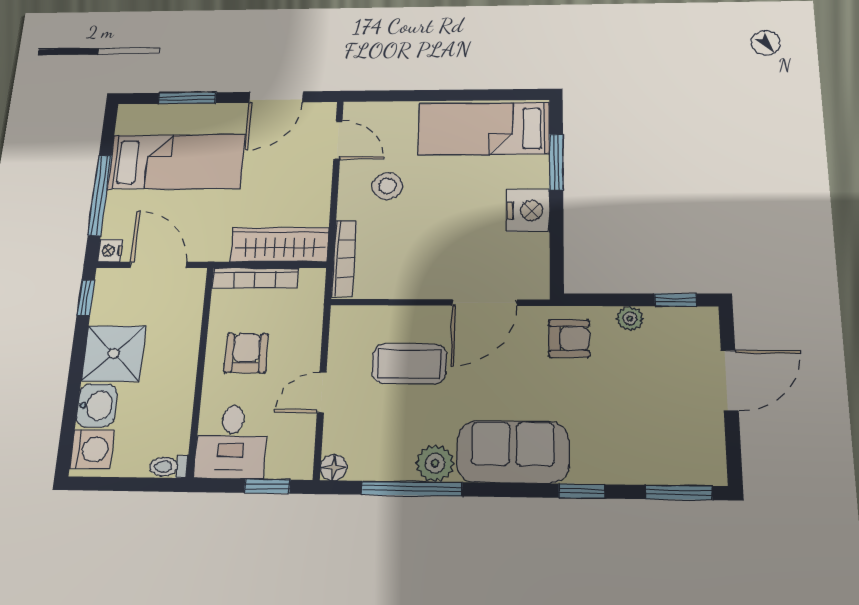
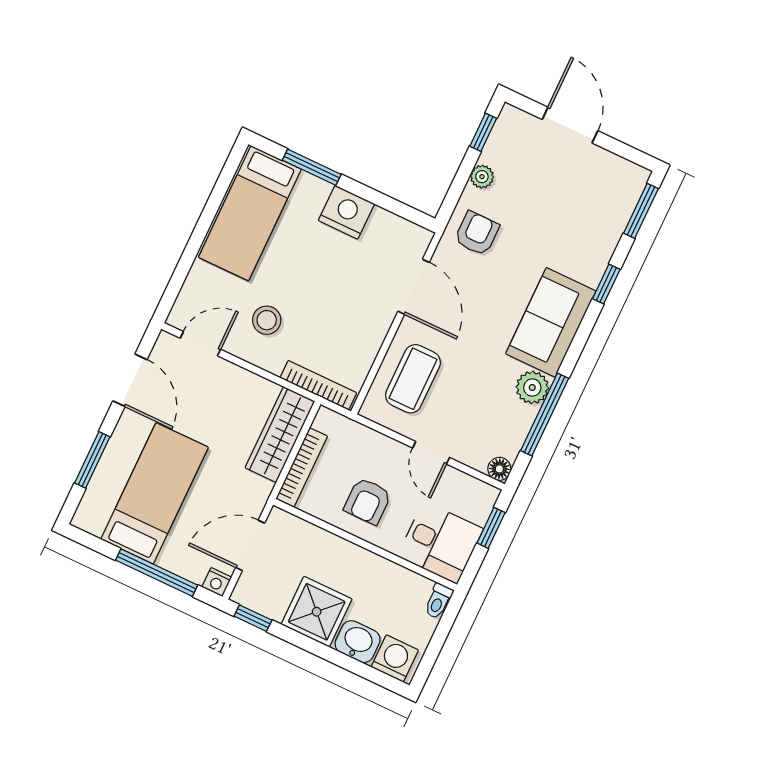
armchair: (246, 353) -> (368, 501), turned -90
coffee table: (409, 364) -> (413, 379), moved

